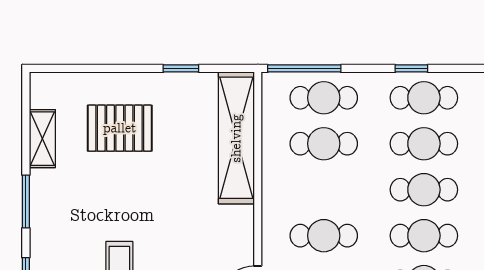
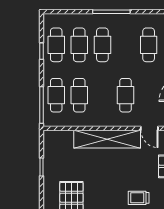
shelving: (236, 138) -> (107, 139), moved
cafe table: (424, 236) -> (126, 45), removed

